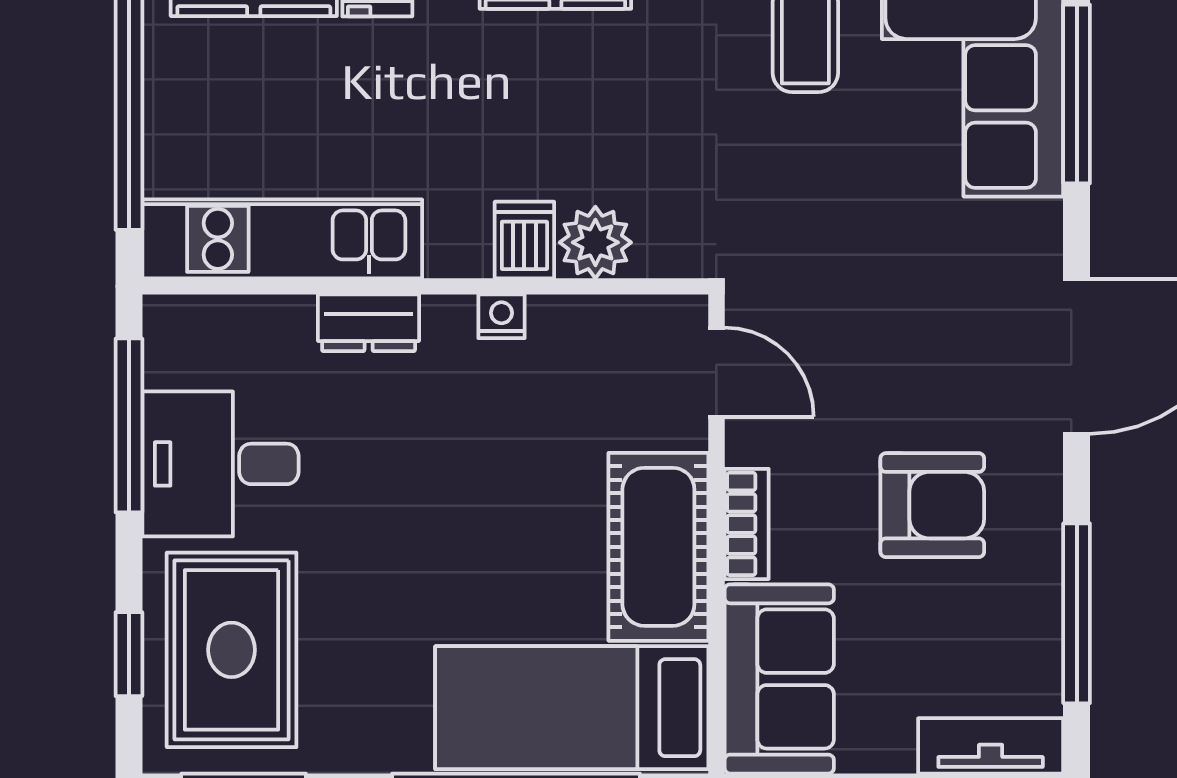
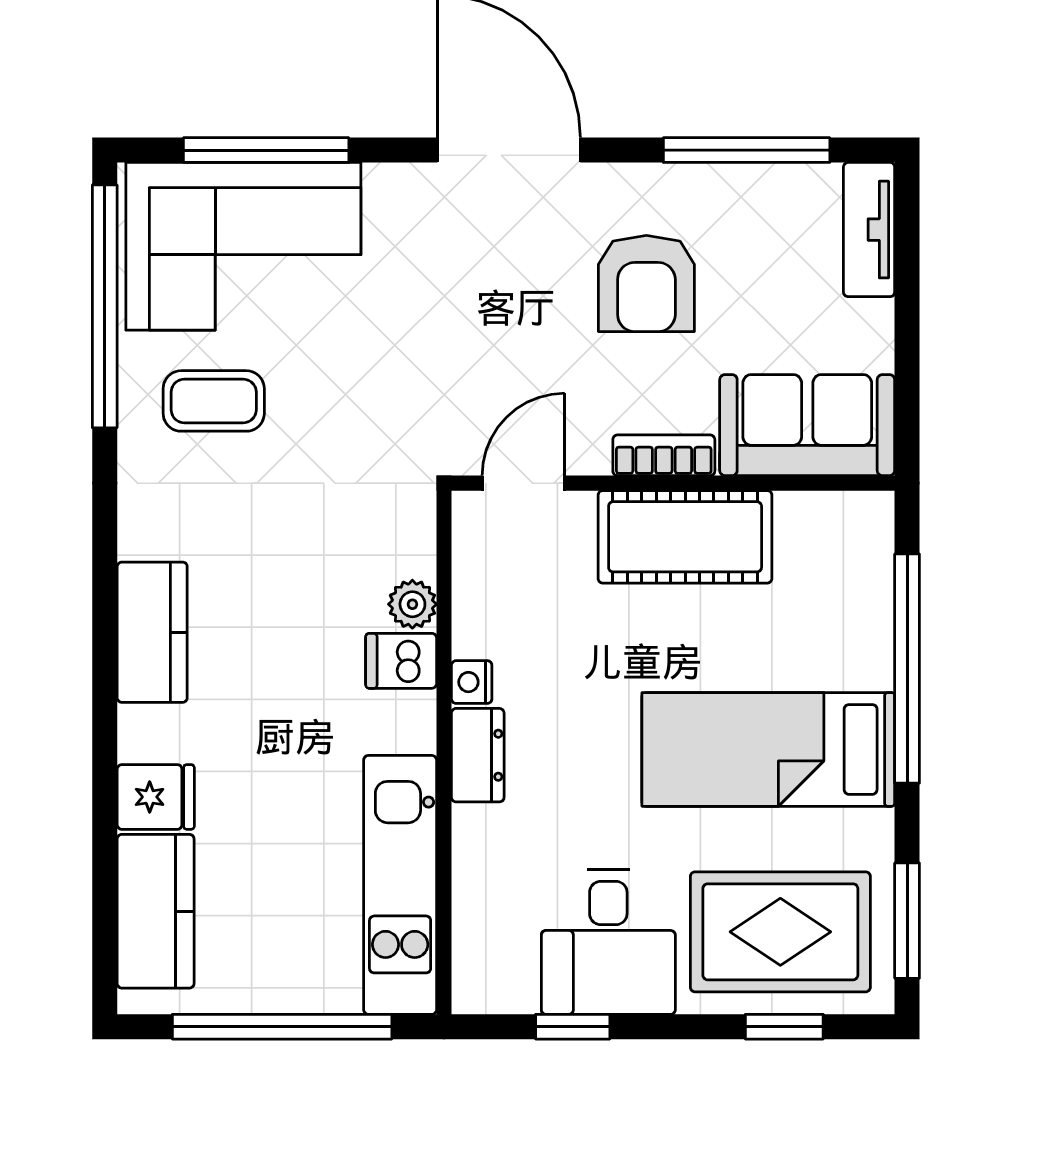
plant: (595, 242) -> (412, 604), width x0.73, depth x0.73
dresser: (369, 323) -> (478, 755), moved
window: (129, 425) -> (573, 1027), width x0.46
armchair: (932, 505) -> (646, 284), turned 180
bed: (572, 708) -> (768, 749), moved, turned 90

